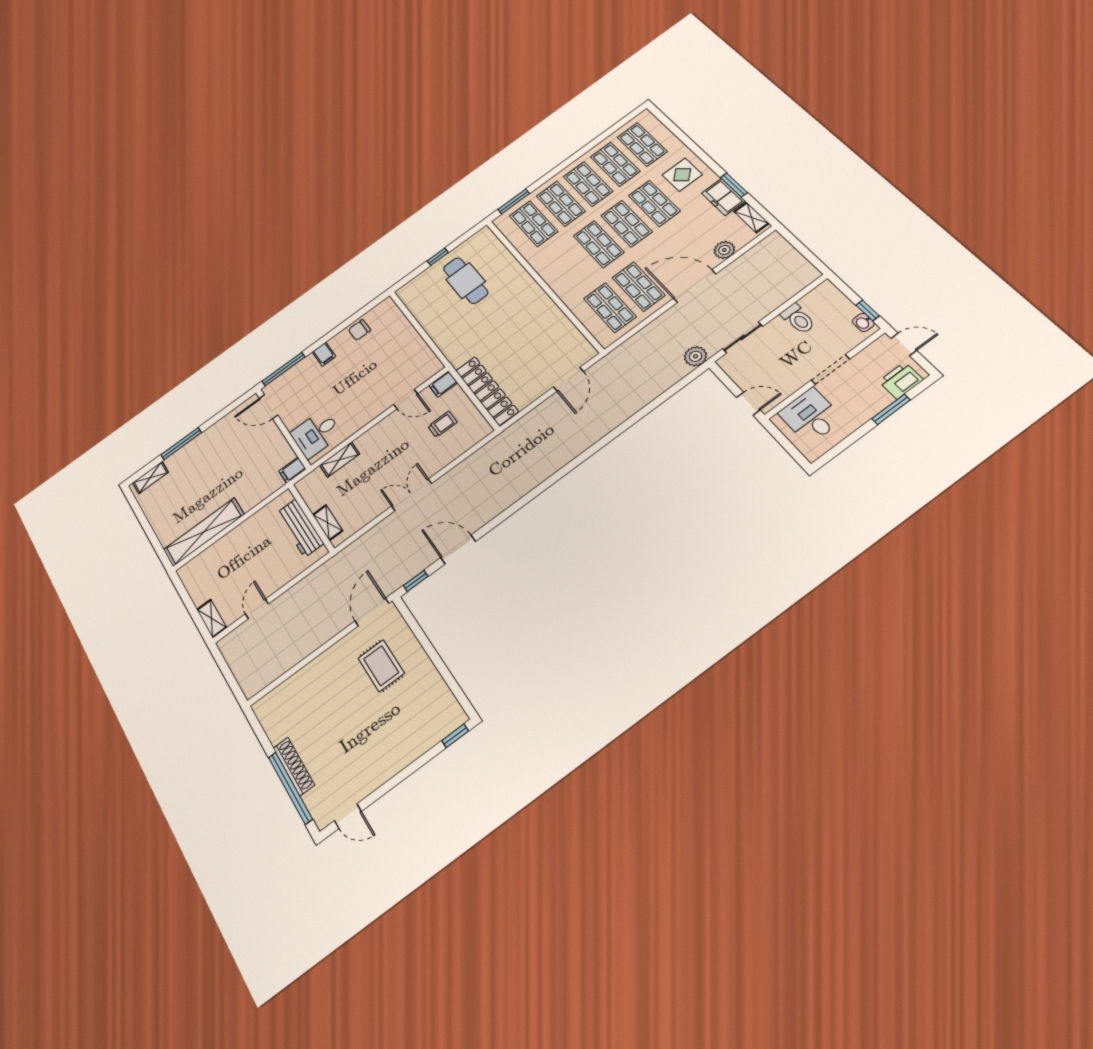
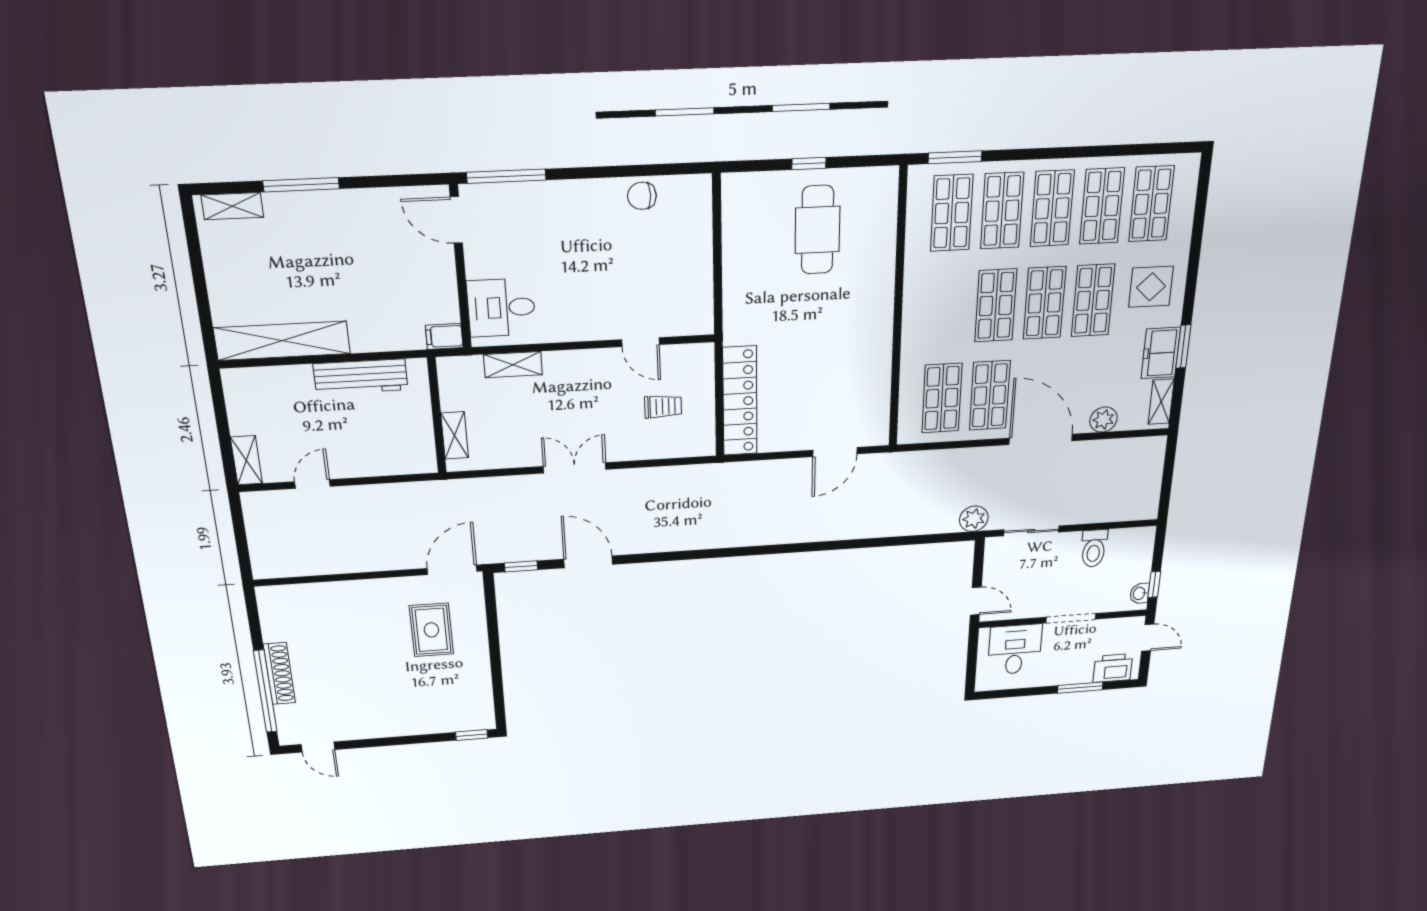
filing cabinet: (324, 354) -> (574, 196), removed
filing cabinet: (443, 384) -> (697, 355), removed
workbench: (300, 528) -> (361, 377), moved, turned -90

